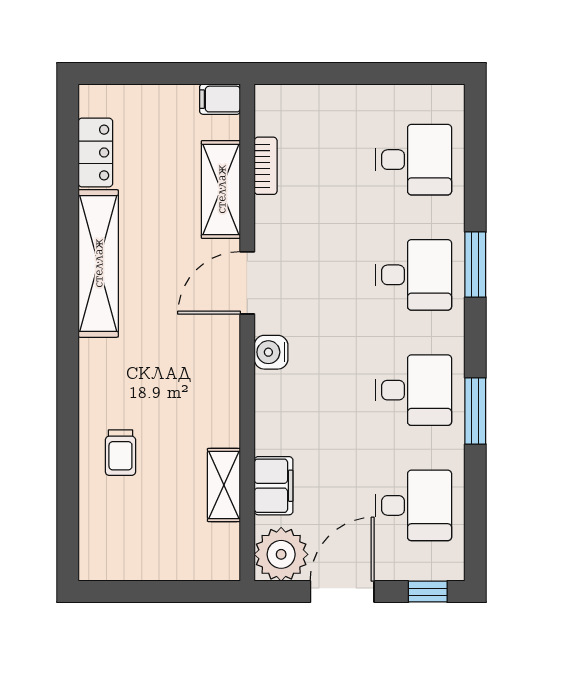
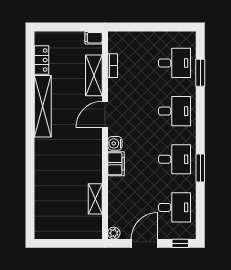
window: (475, 265) -> (200, 73), moved
trolley: (120, 453) -> (52, 185), removed
filing cabinet: (274, 486) -> (116, 164), moved
plant: (281, 554) -> (114, 233), width x0.53, depth x0.53

